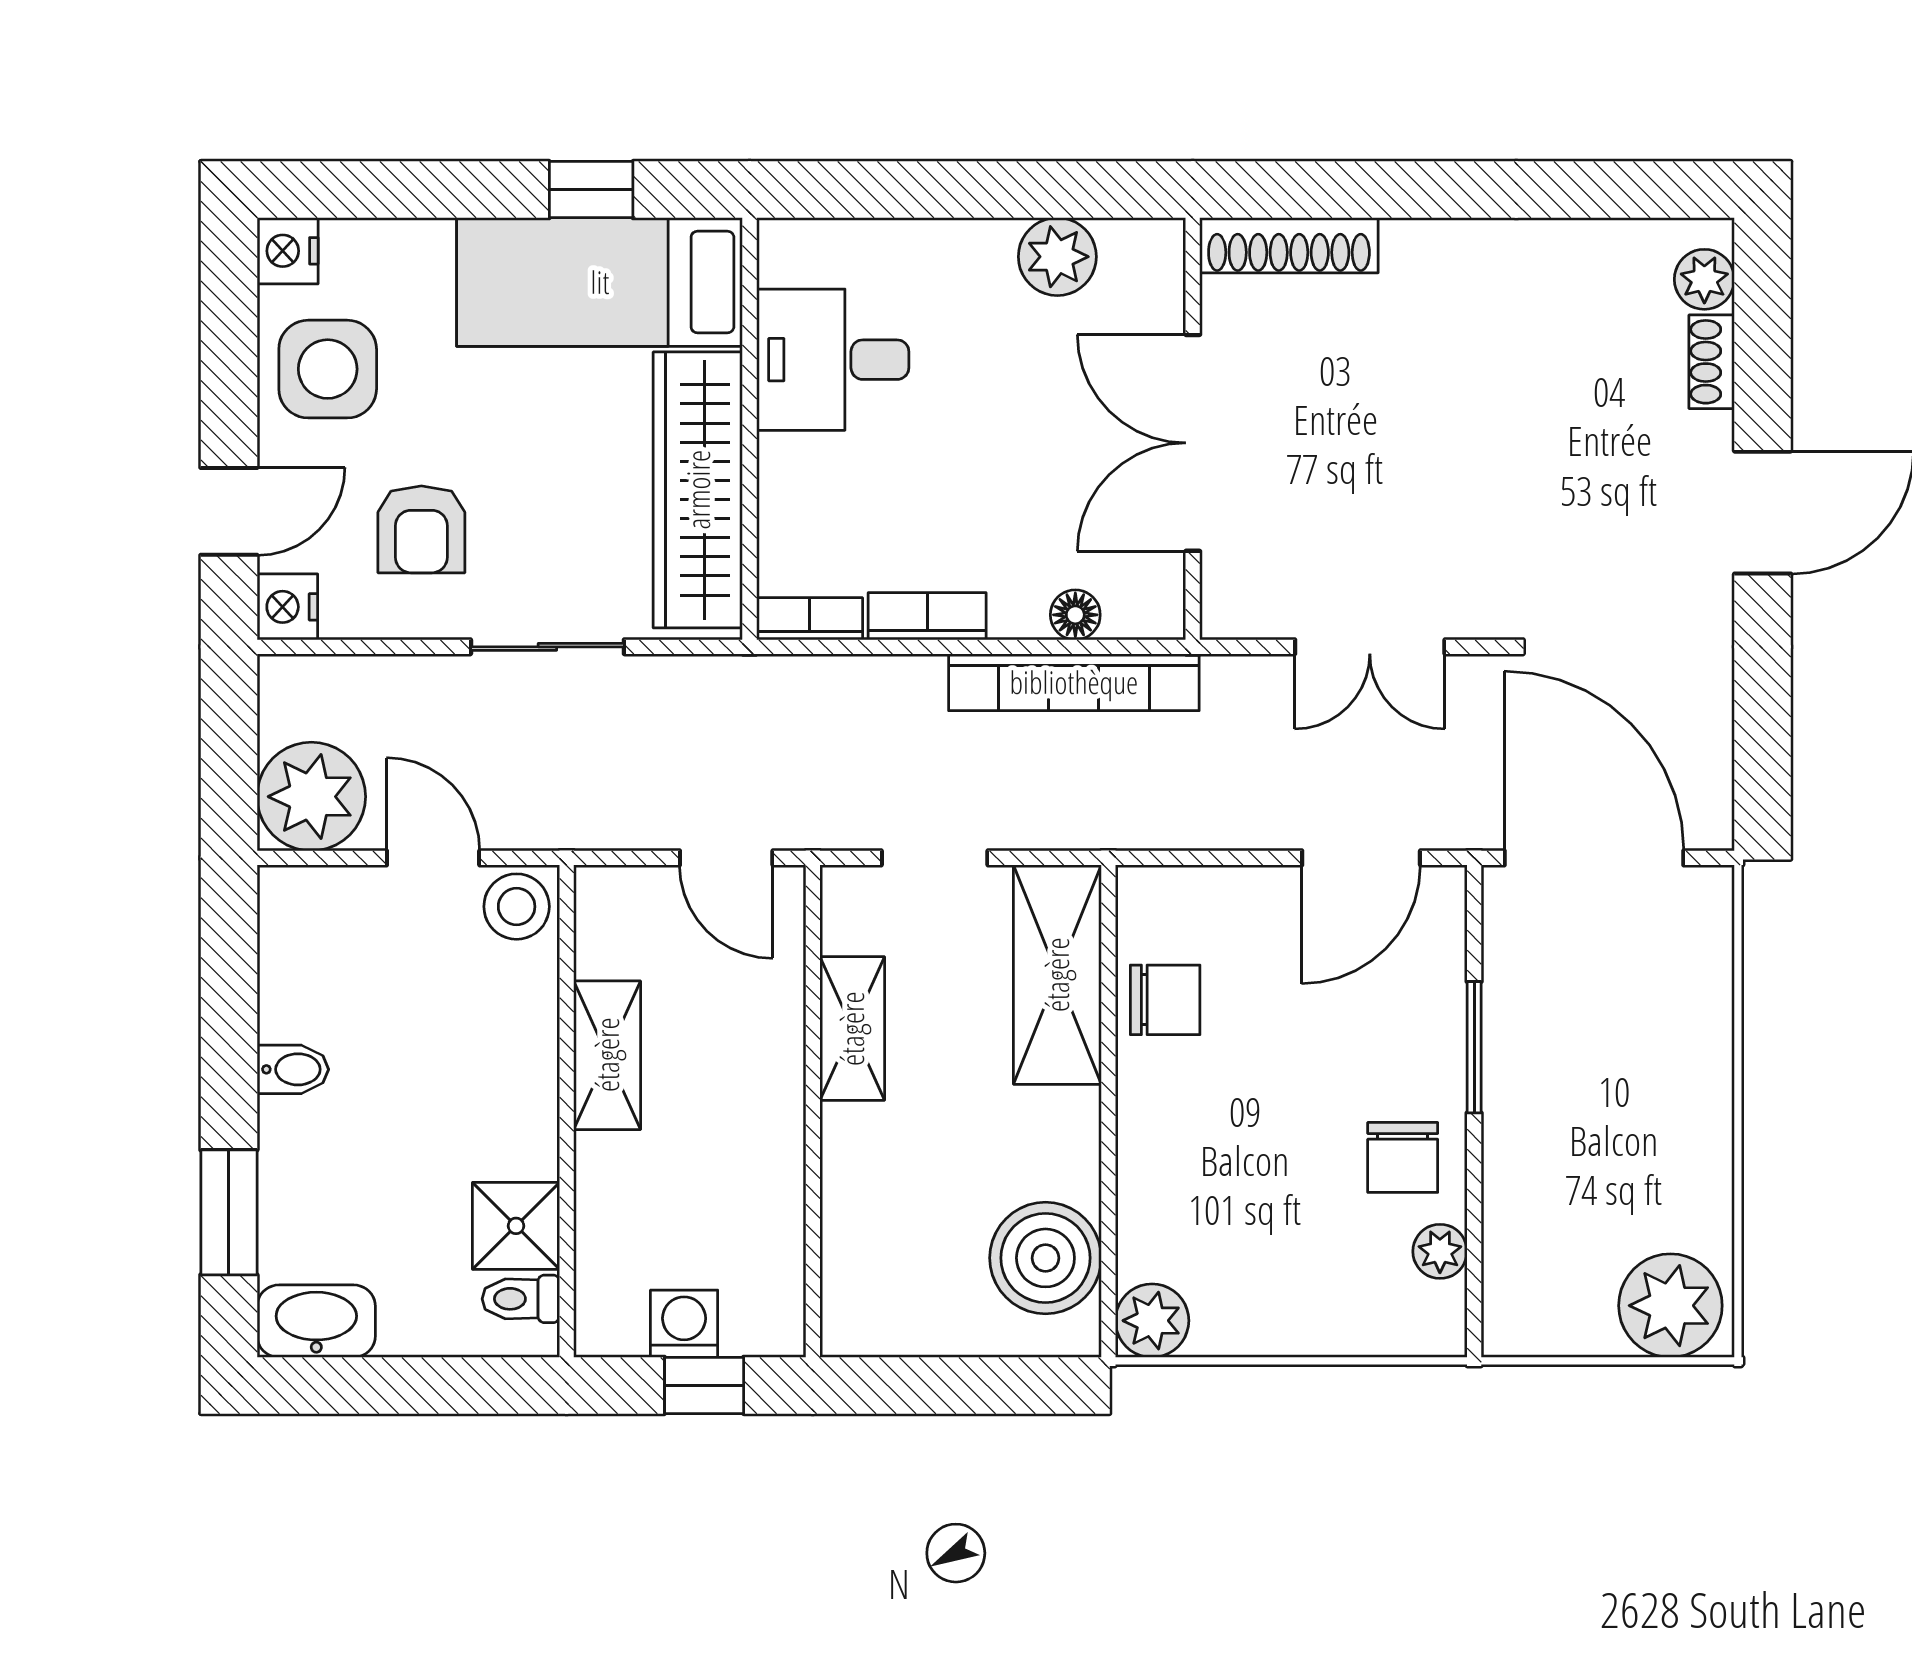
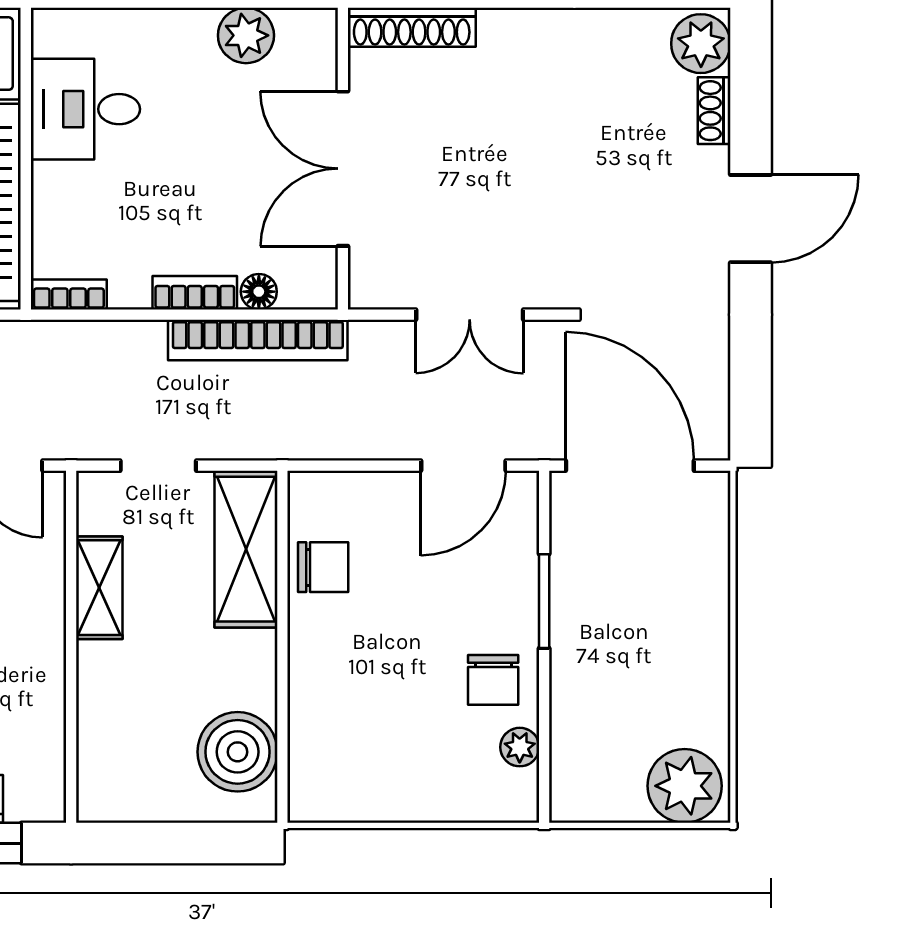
plant: (1704, 279) -> (701, 44), width x1.38, depth x1.38
bookcase: (927, 616) -> (195, 293), moved
plant: (1152, 1321) -> (314, 797), removed

